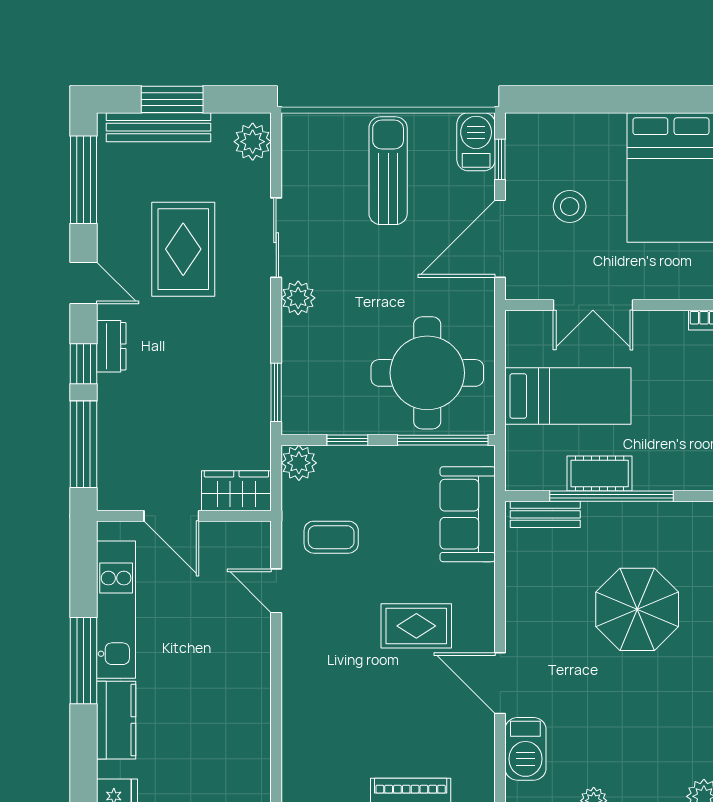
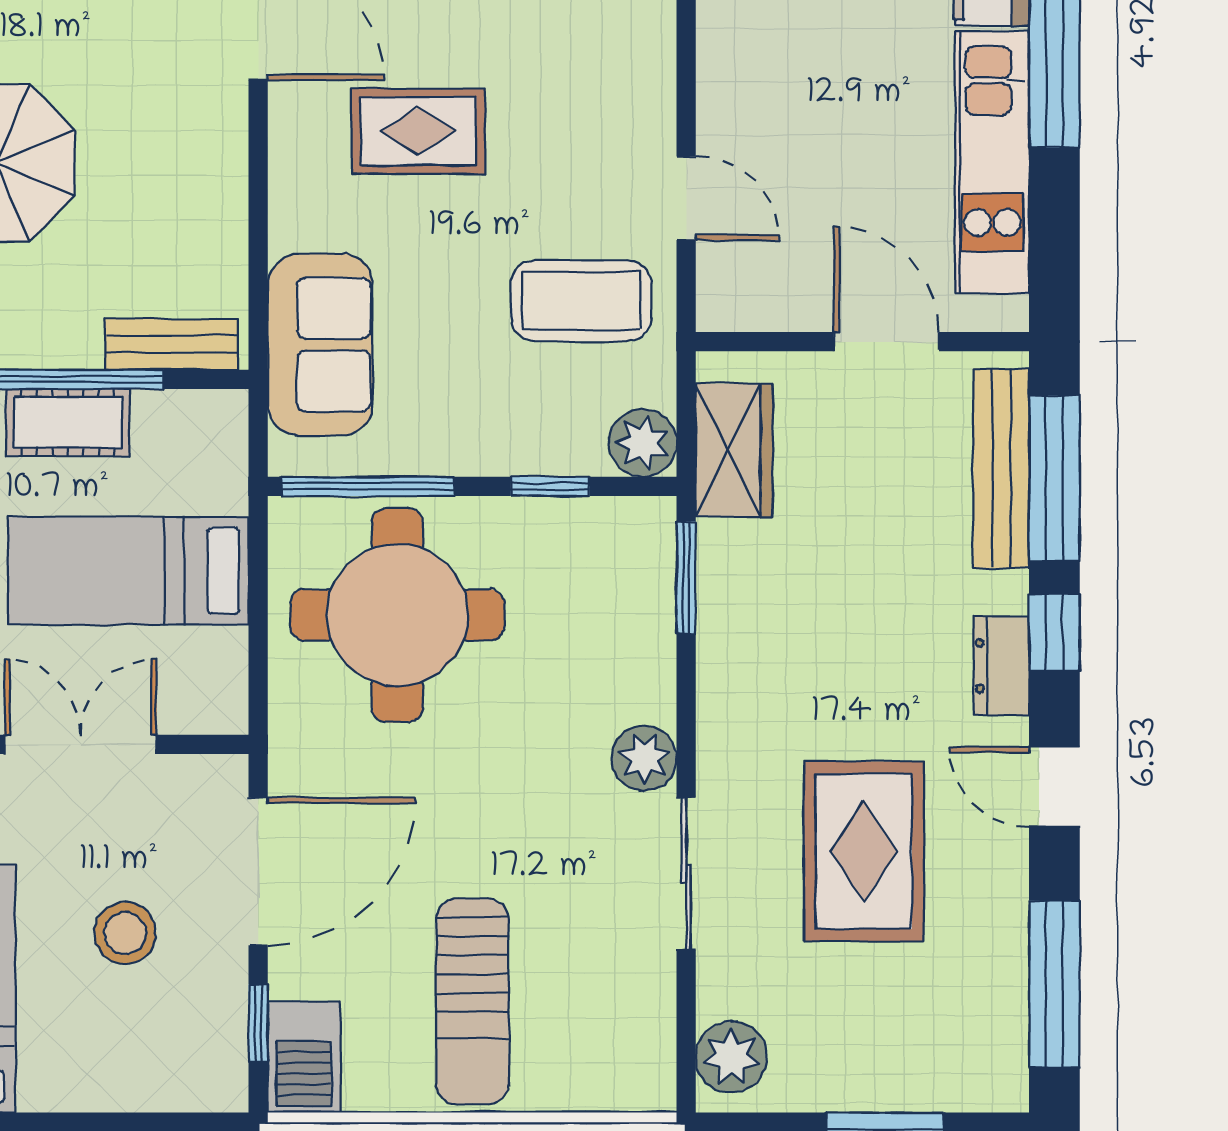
bench: (158, 127) -> (1001, 468), moved, turned 90
wardrobe: (236, 491) -> (734, 450), moved, turned -90
coffee table: (331, 537) -> (581, 301), width x1.36, depth x1.30

